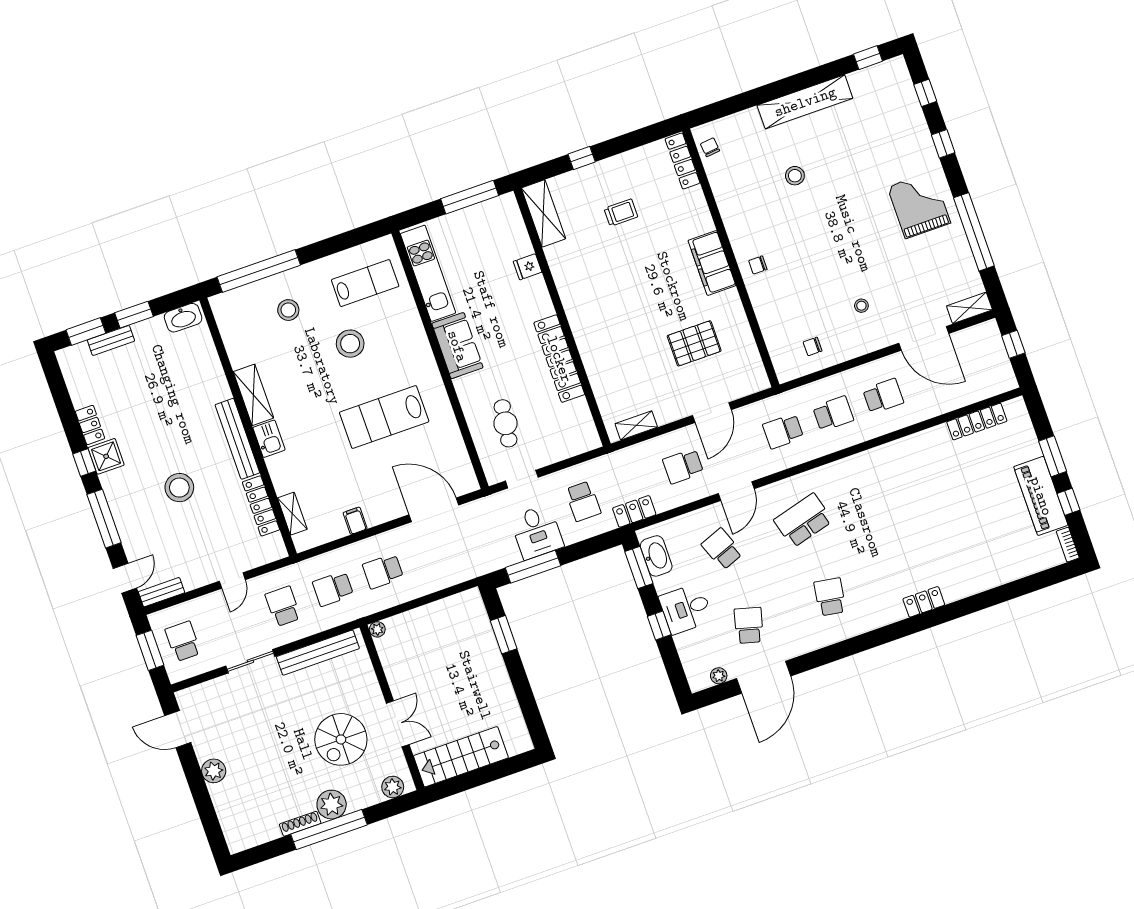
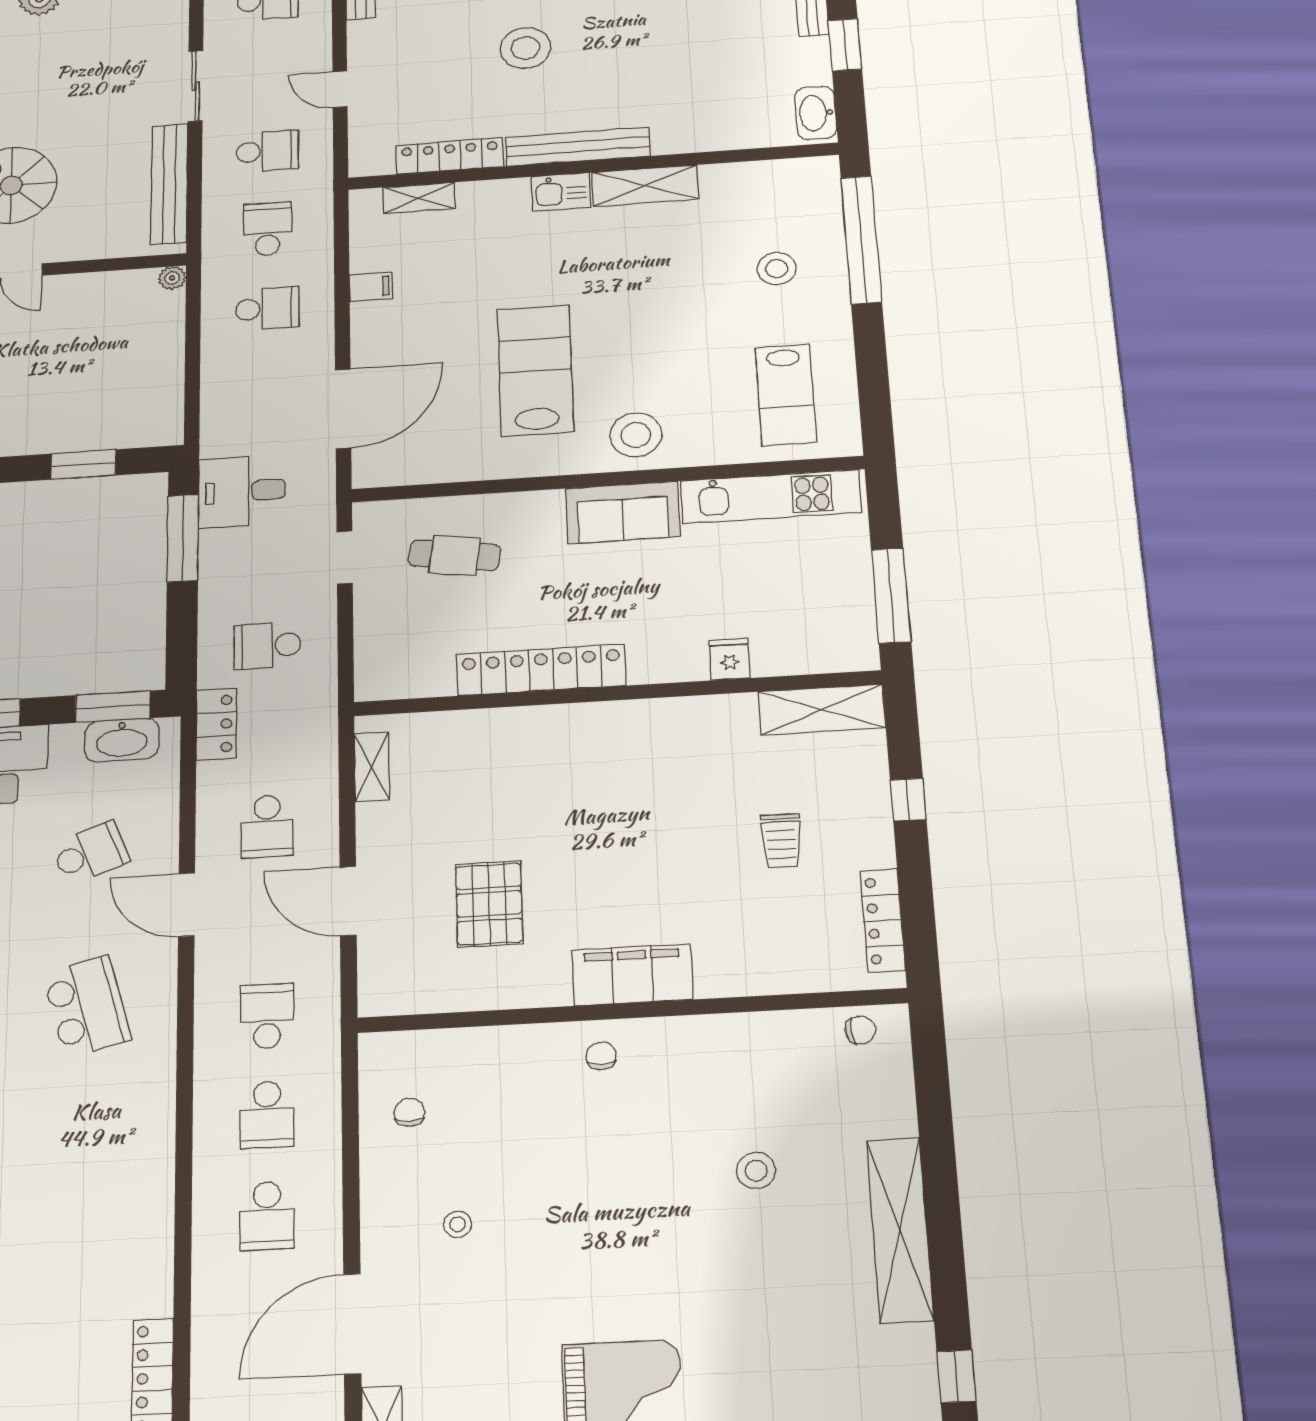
locker: (683, 161) -> (883, 920), moved, turned -90
stool: (350, 344) -> (636, 435), moved
school desk: (683, 466) -> (267, 826), turned 180
desk: (537, 532) -> (242, 491), moved
school desk: (383, 571) -> (267, 308), turned 90

